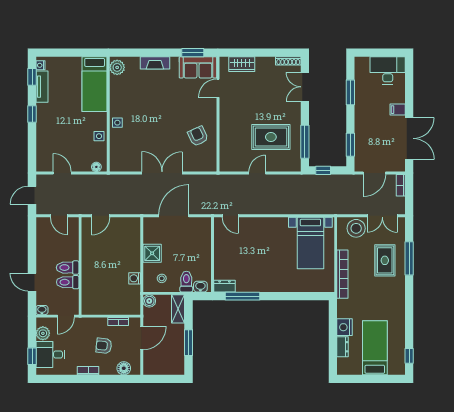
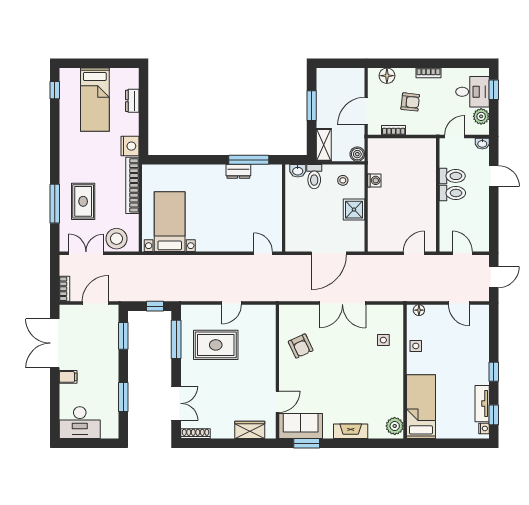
side table: (117, 123) -> (383, 340), moved
dresser: (224, 286) -> (238, 171), moved
nightstand: (345, 327) -> (130, 146), moved

